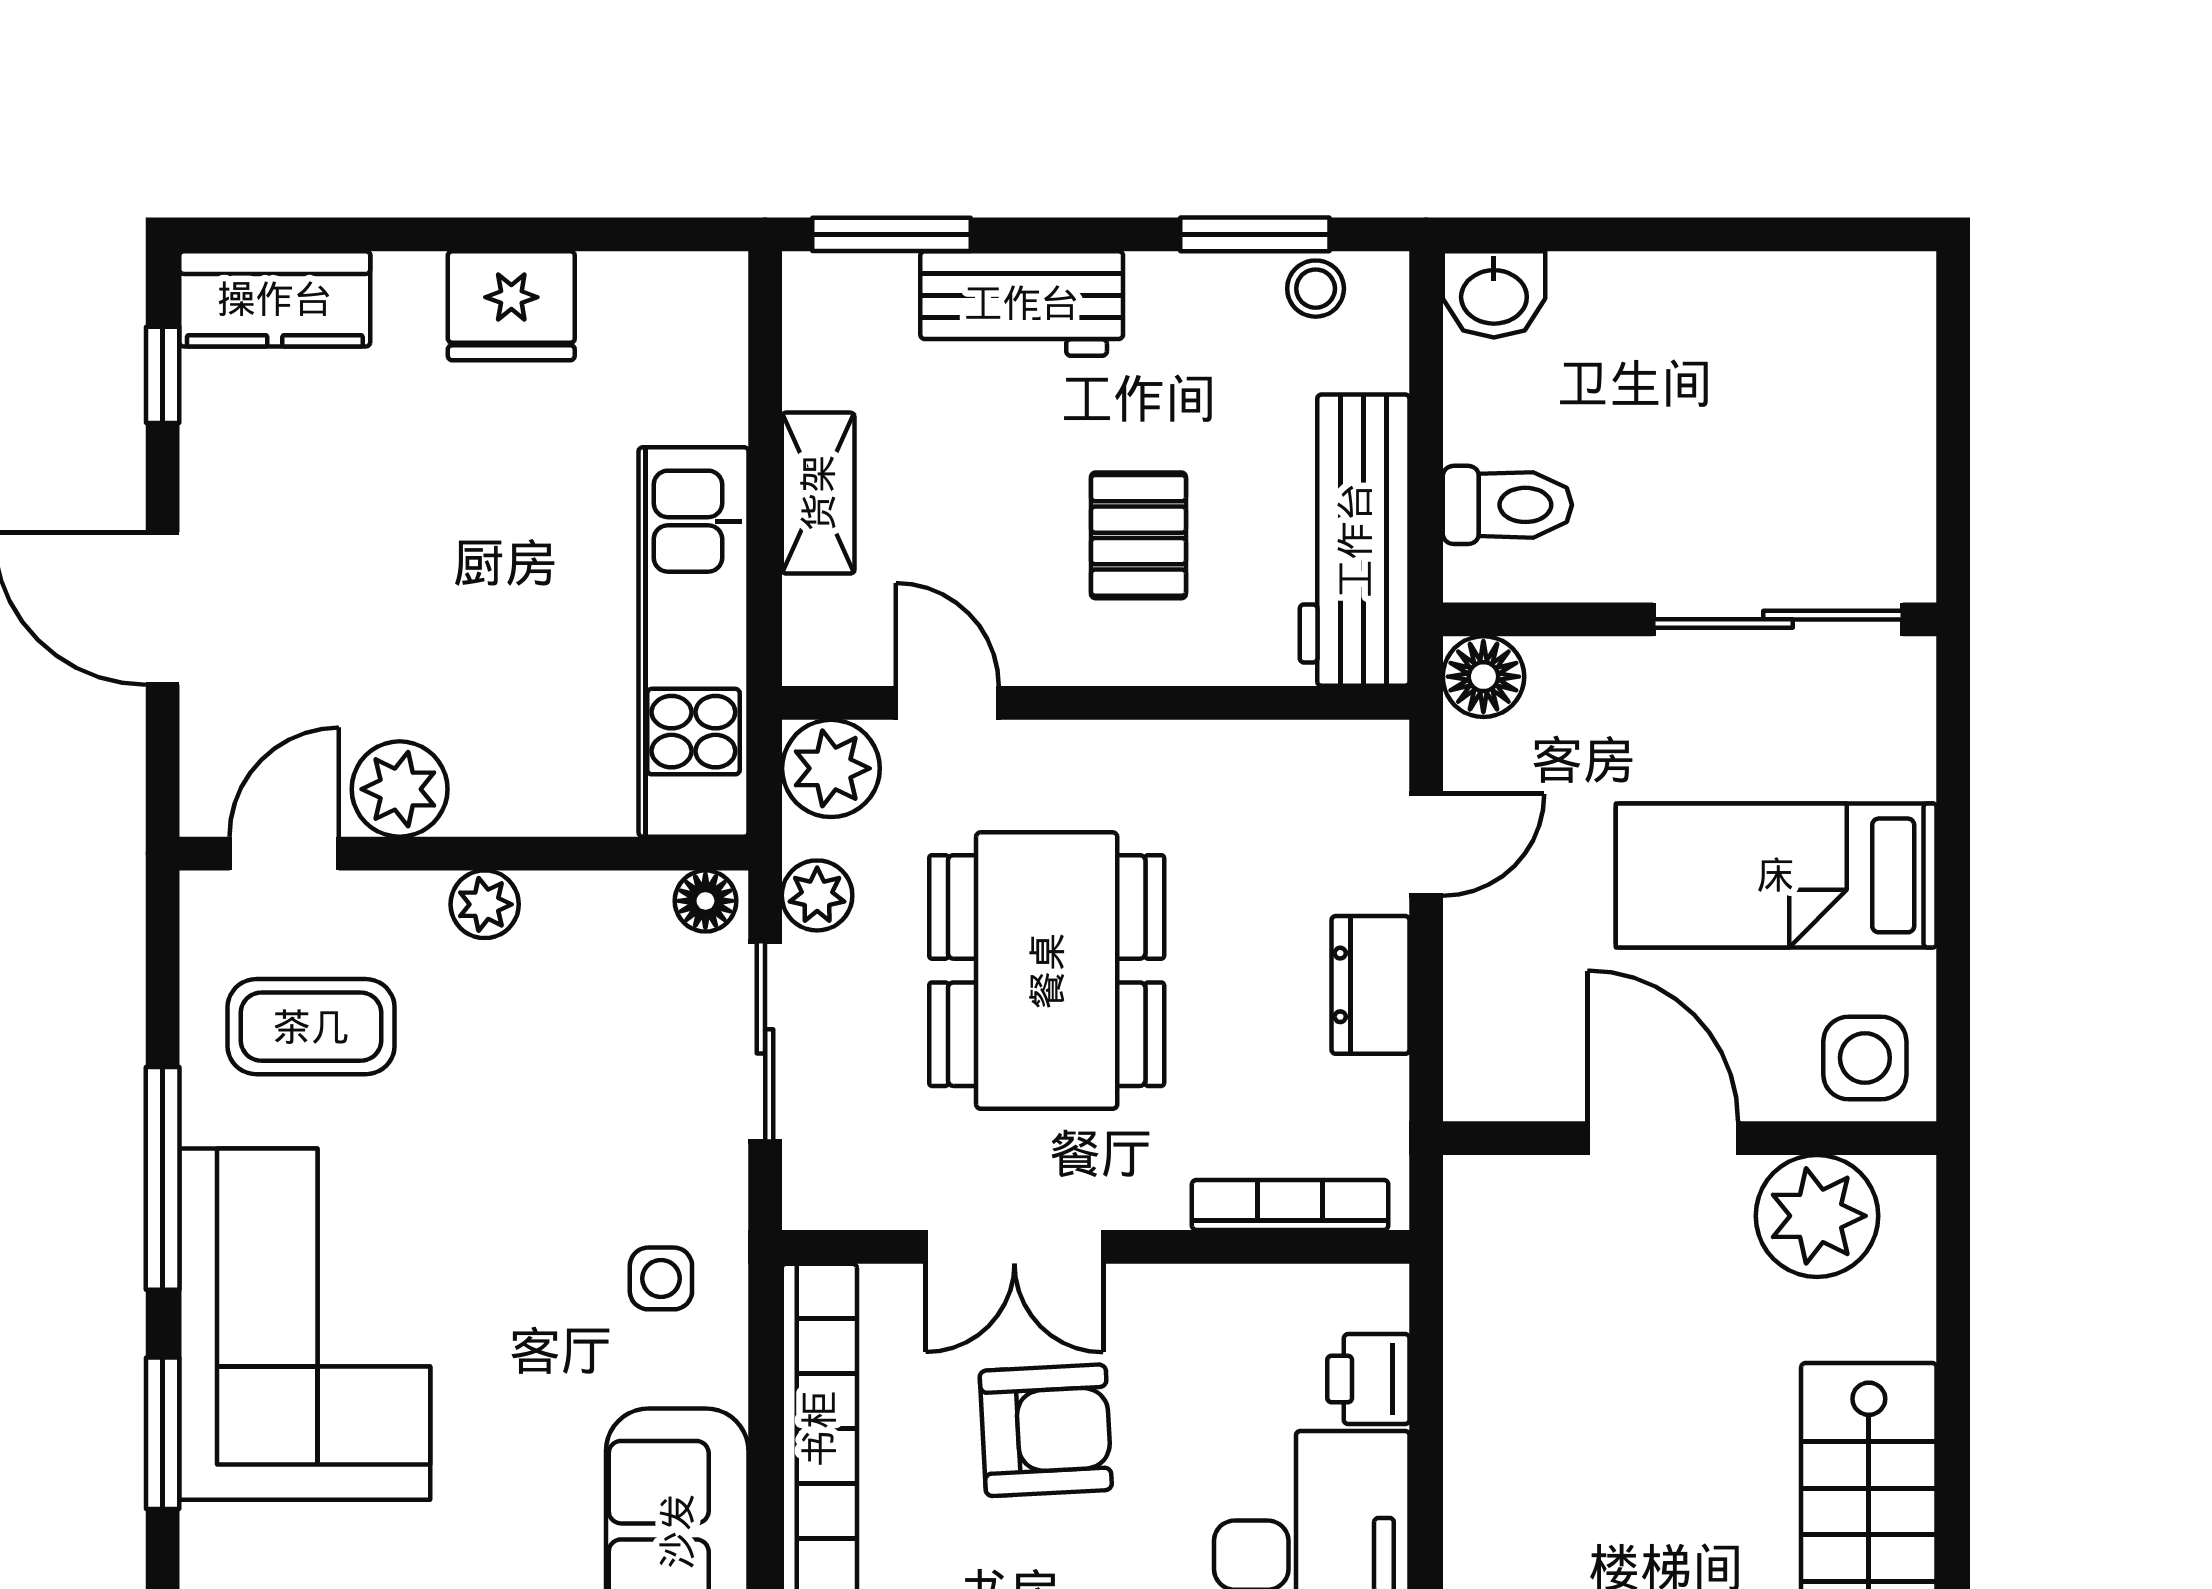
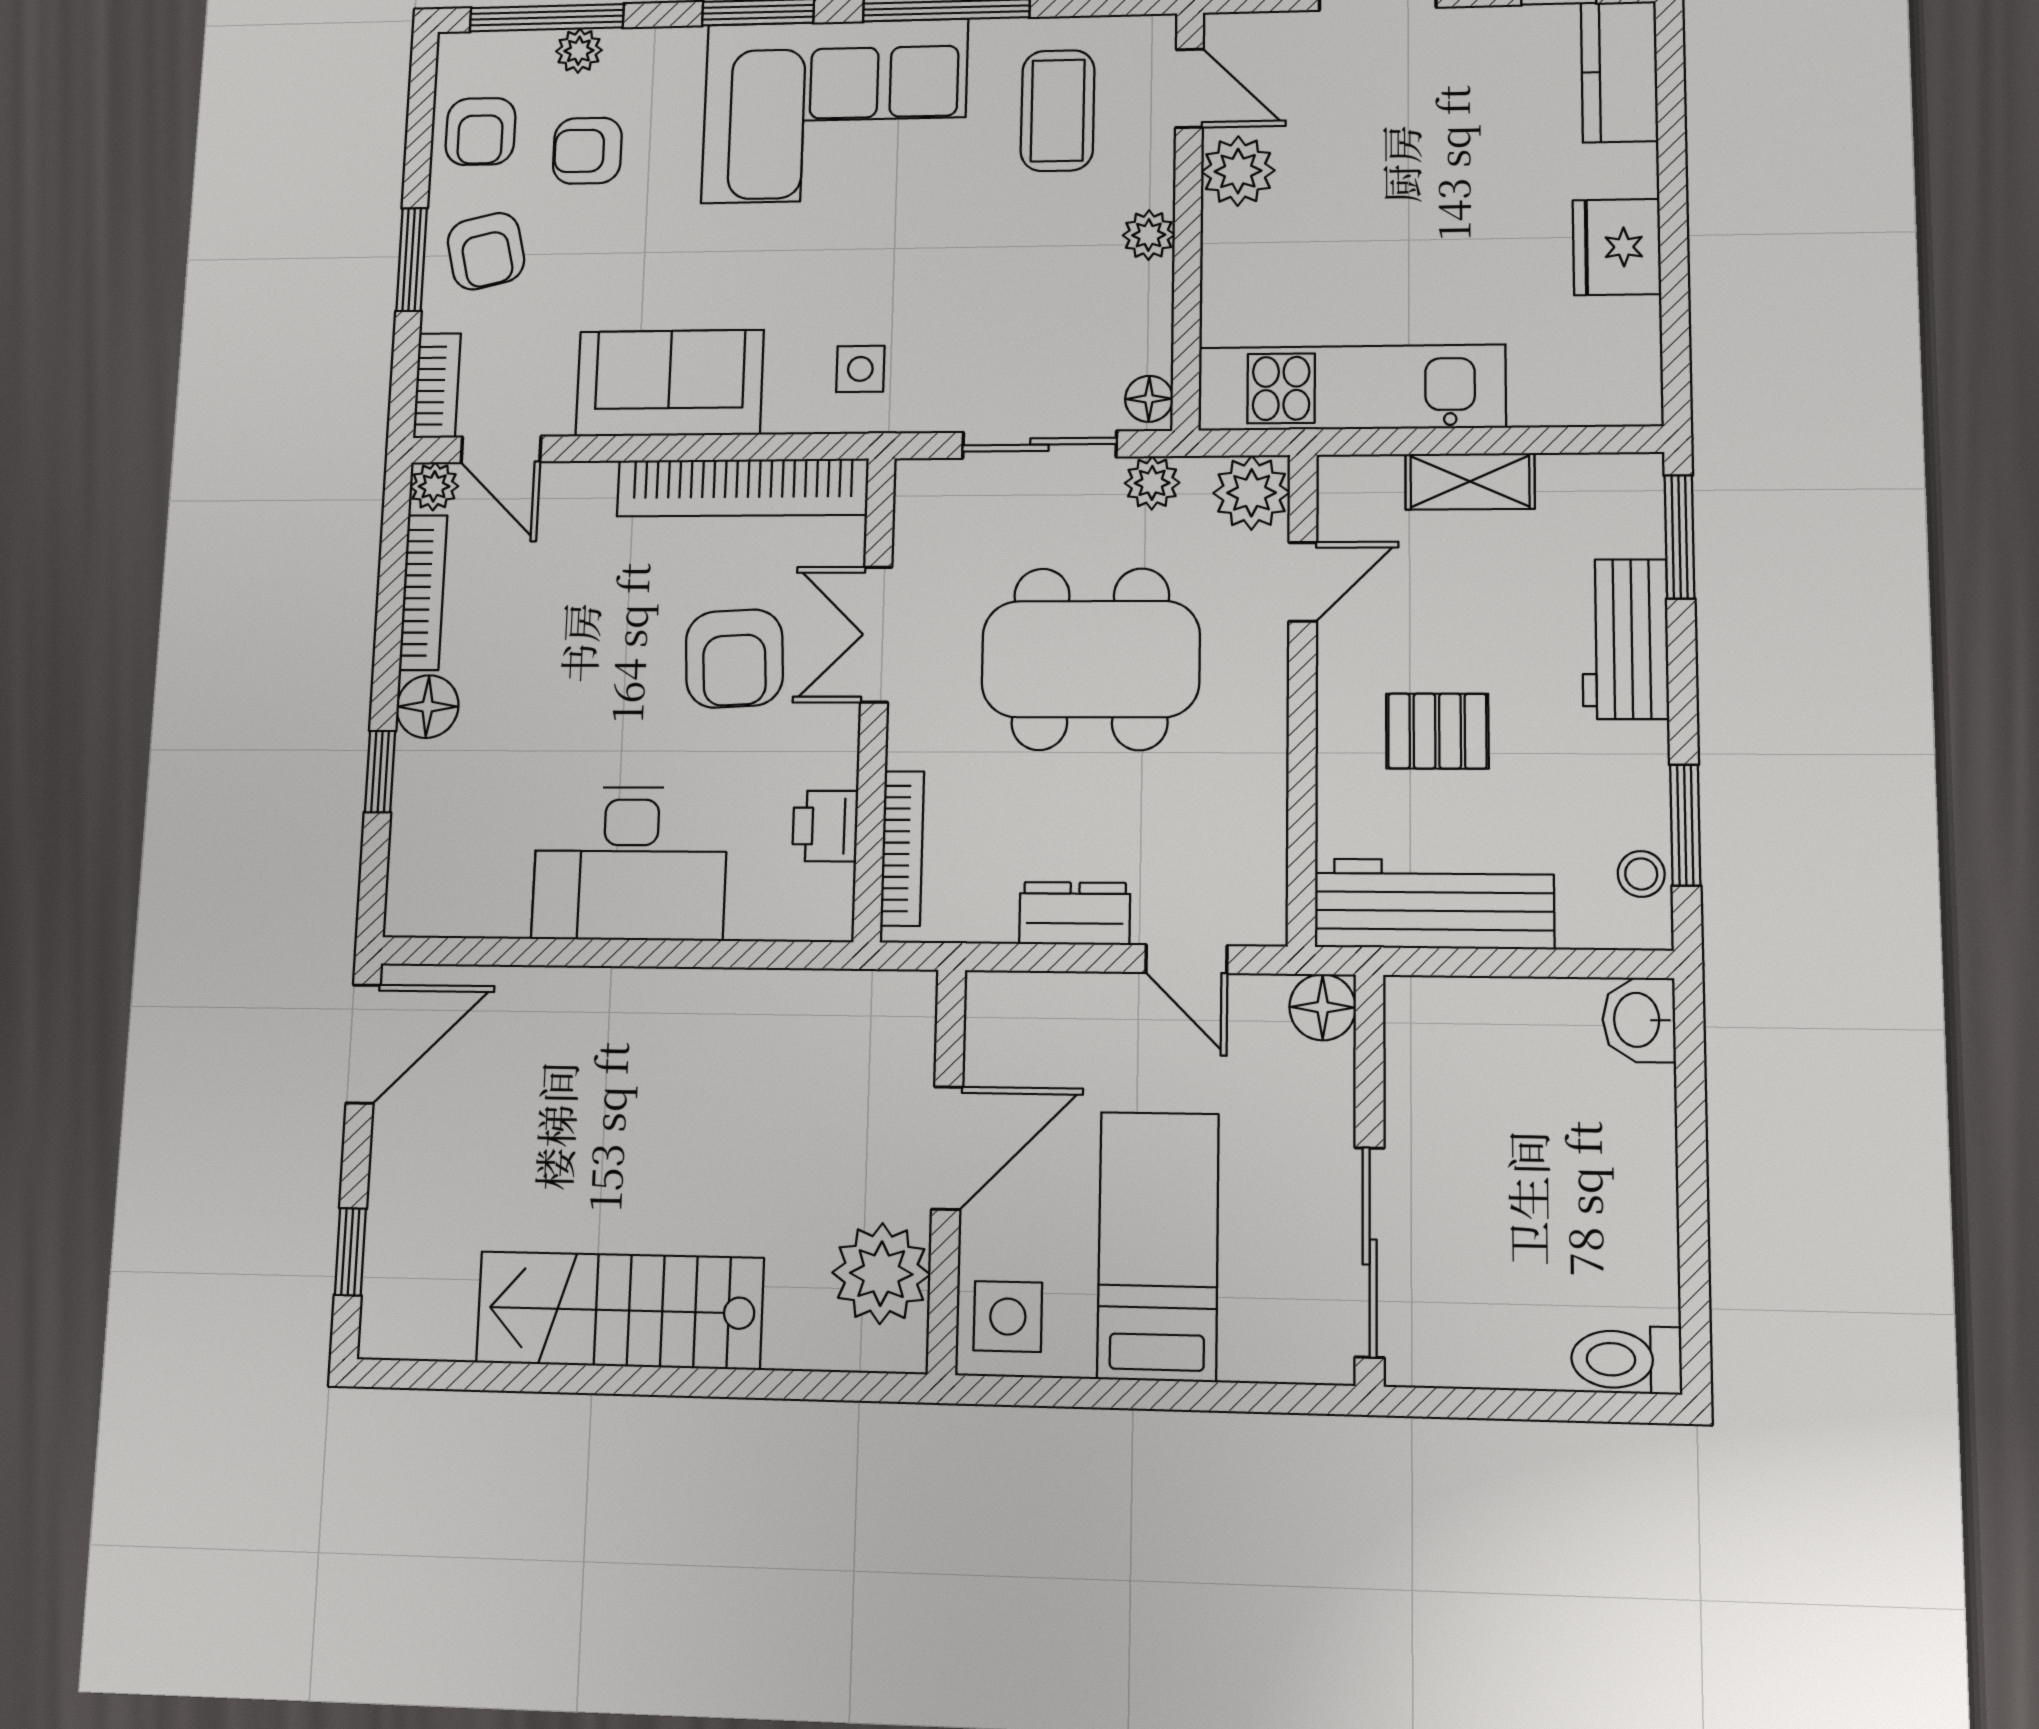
toilet: (1507, 505) -> (1626, 1360), moved, turned 90
printer: (1368, 1379) -> (825, 826), moved, turned -90

